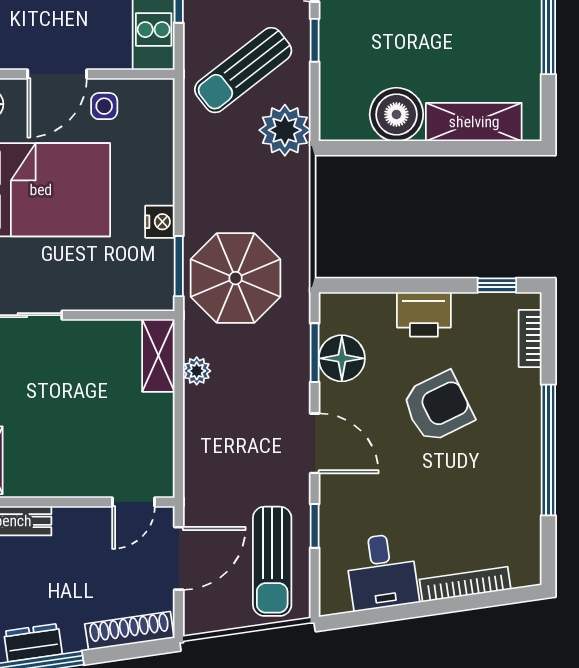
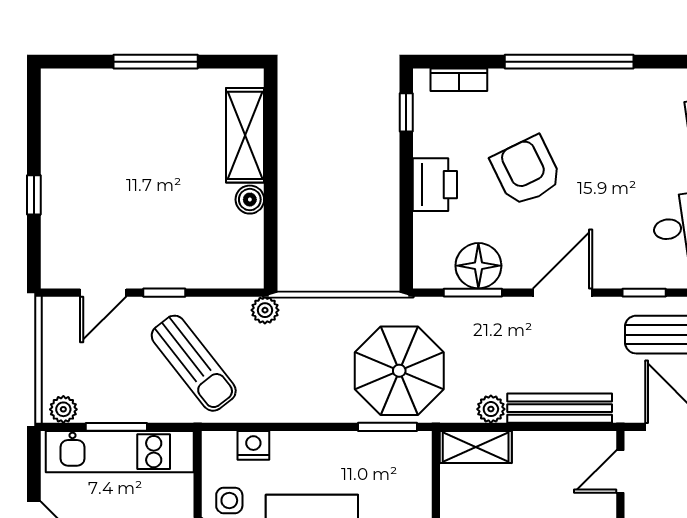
boiler: (396, 114) -> (250, 200), width x0.54, depth x0.54
plant: (285, 130) -> (265, 310), width x0.53, depth x0.53
nightstand: (160, 222) -> (253, 445), moved
bench: (198, 440) -> (560, 408), added
door: (134, 502) -> (620, 471), swing flipped

